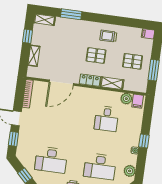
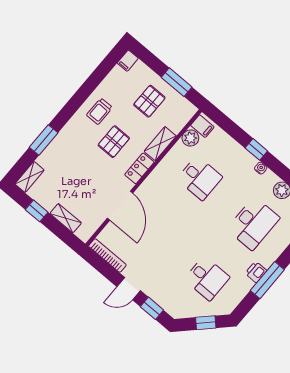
desk: (51, 160) -> (207, 278), width x0.73

